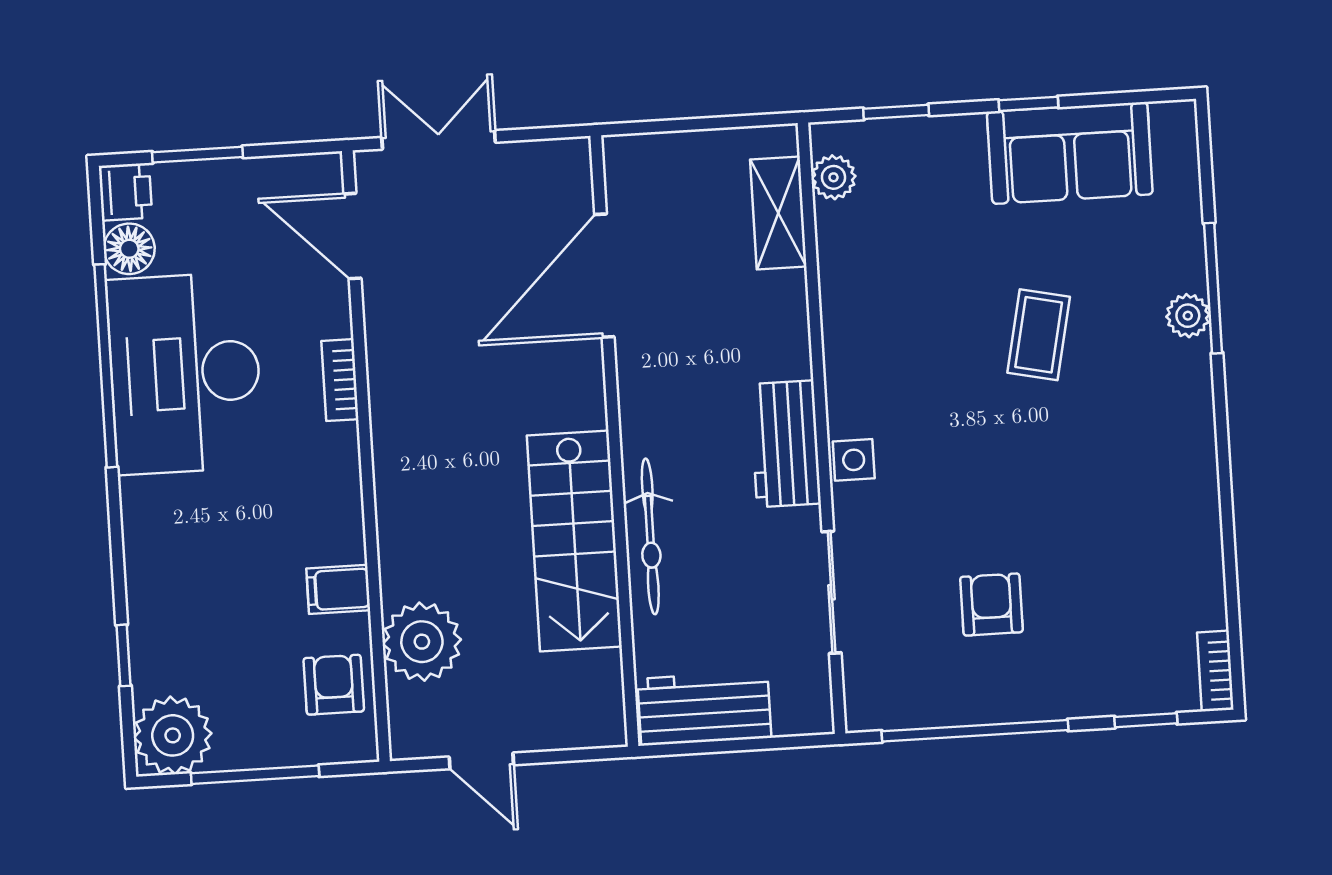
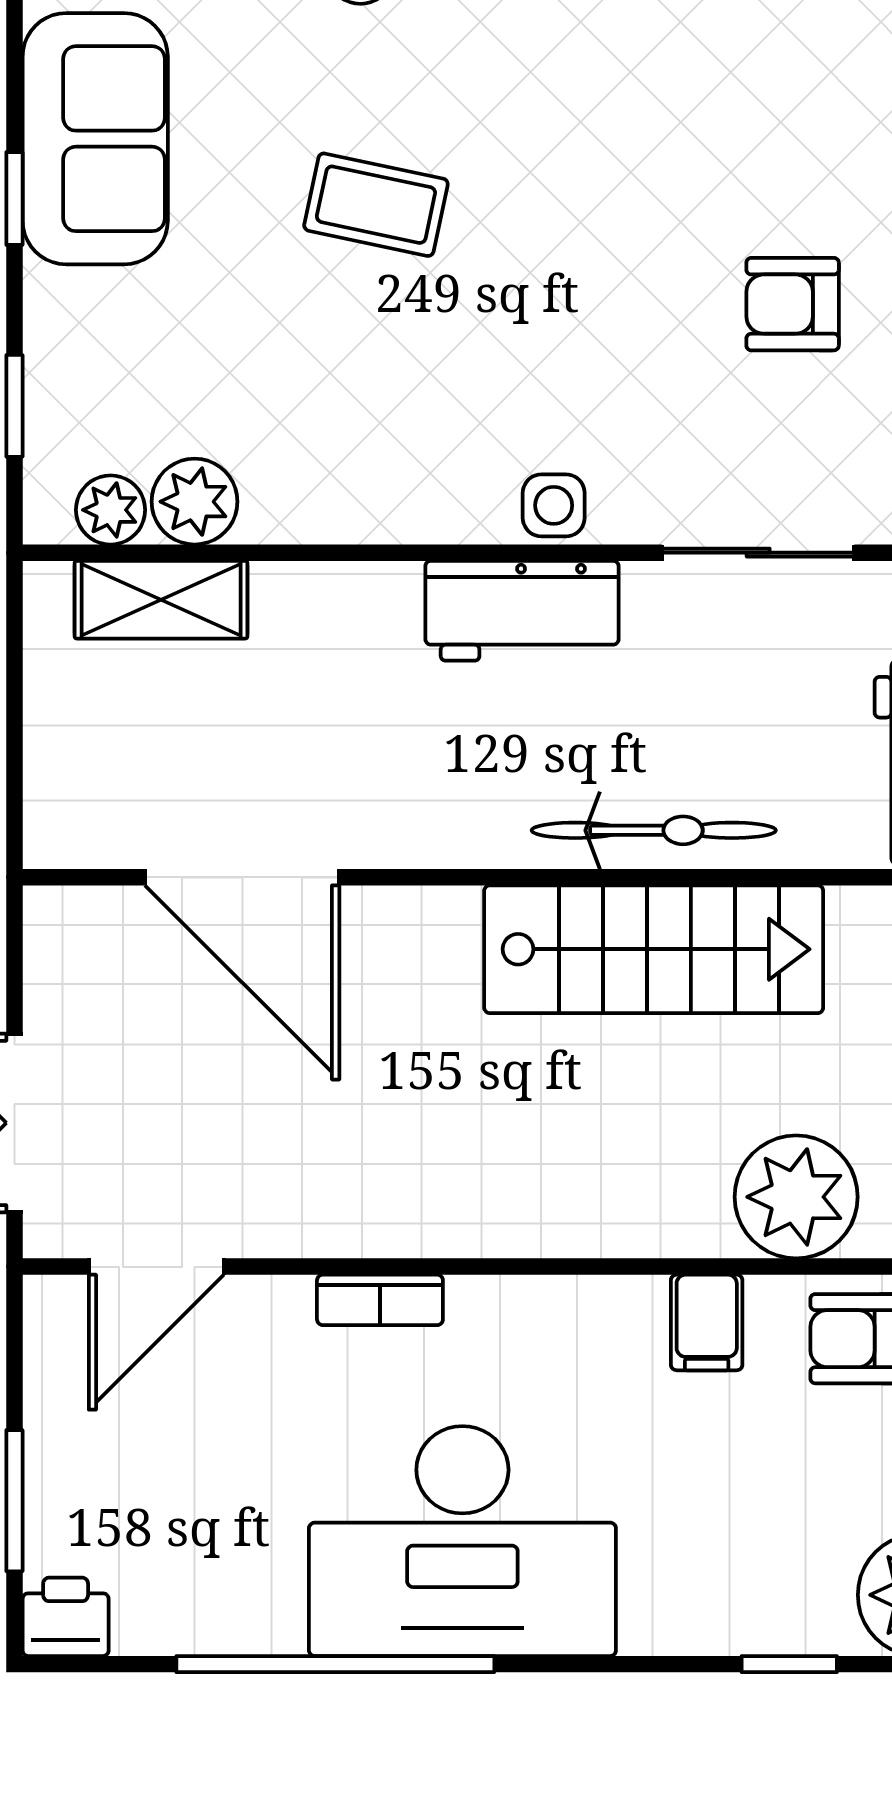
plant: (842, 231) -> (195, 502), added
floor lamp: (129, 249) -> (155, 1616), removed
desk: (185, 373) -> (462, 1541), moved

